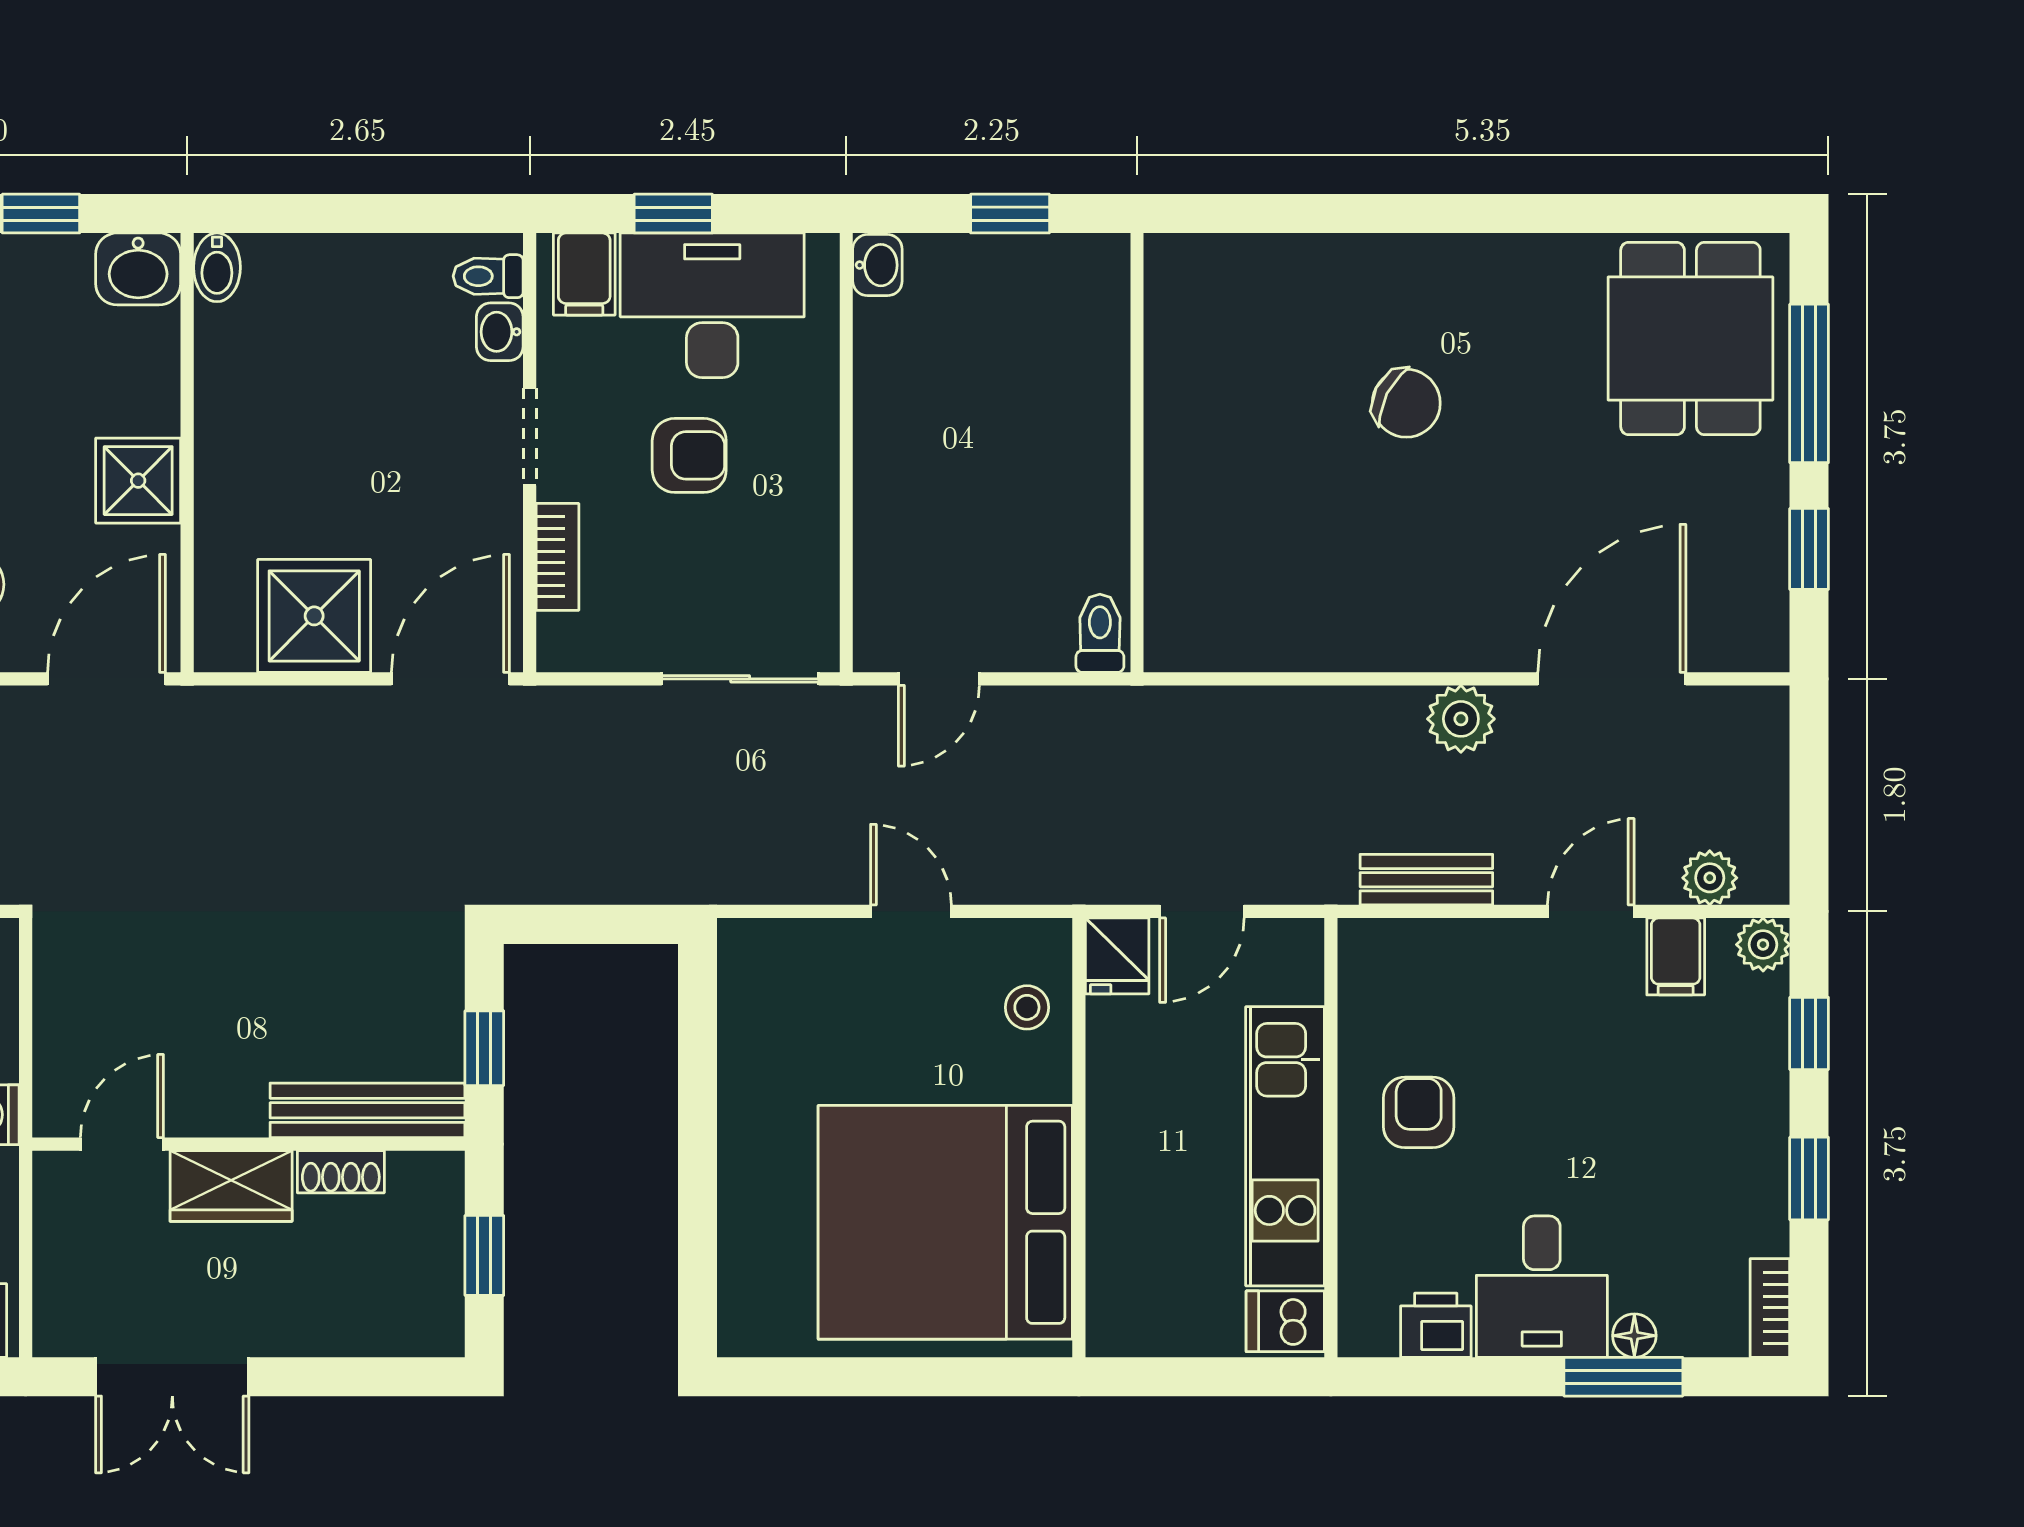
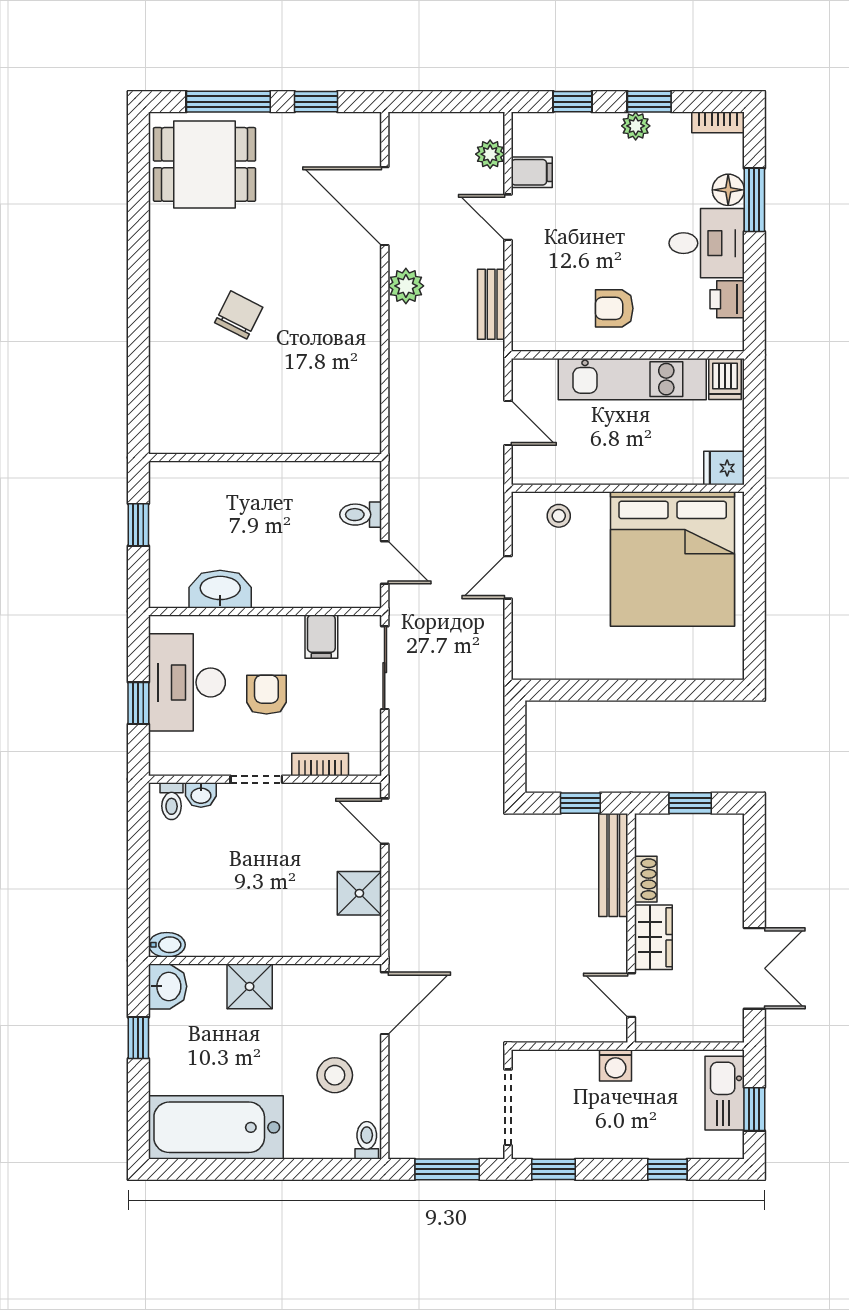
washbasin: (877, 265) -> (220, 589), moved, width x1.91, depth x1.45
filing cabinet: (584, 274) -> (321, 637), moved, turned 90
shower: (138, 481) -> (250, 986), moved
shower: (314, 616) -> (359, 893), width x0.73, depth x0.73
toilet: (1100, 633) -> (361, 515), moved
door: (106, 679) -> (385, 1003), swing flipped
door: (450, 679) -> (385, 821), width x0.73
plant: (1763, 945) -> (636, 126), moved
fridge: (1117, 956) -> (724, 468), moved, turned 180
floor lamp: (1634, 1336) -> (728, 190), width x1.37, depth x1.37

